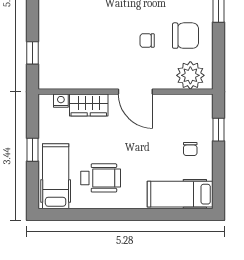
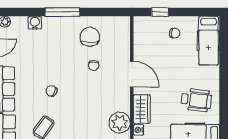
plant: (190, 75) -> (120, 123), moved
door: (135, 92) -> (132, 74), hinge flipped
wheelchair: (101, 178) -> (196, 100), turned 97

